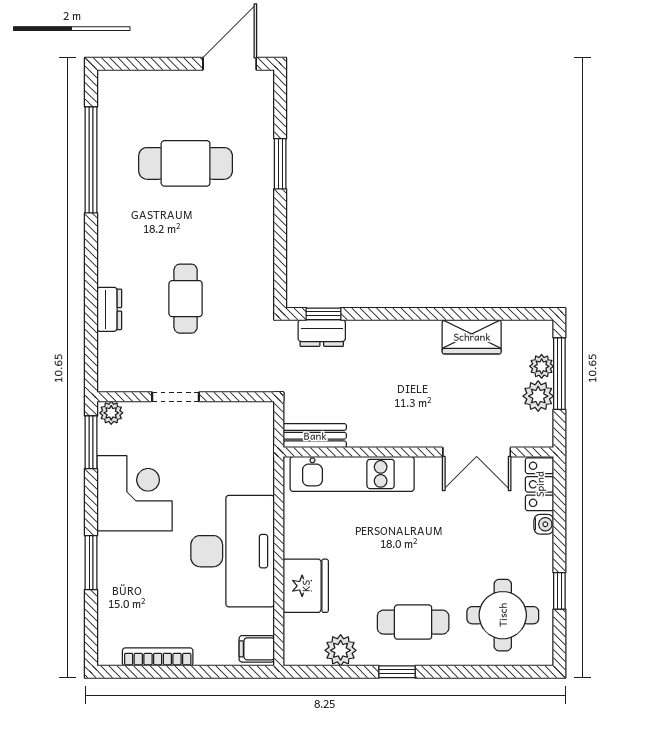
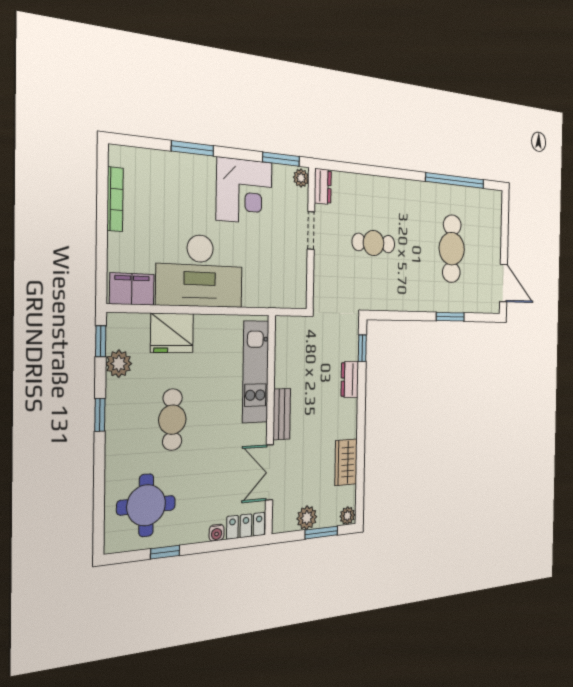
dresser: (109, 309) -> (323, 186), moved, turned -90
dresser: (322, 333) -> (350, 379), moved
plant: (542, 366) -> (347, 516), moved
window: (559, 374) -> (321, 533), width x0.69
bench: (315, 436) -> (282, 414), moved
cafe table: (413, 622) -> (172, 420), moved
filing cabinet: (257, 649) -> (132, 289), width x2.00
window: (316, 672) -> (101, 341), added

